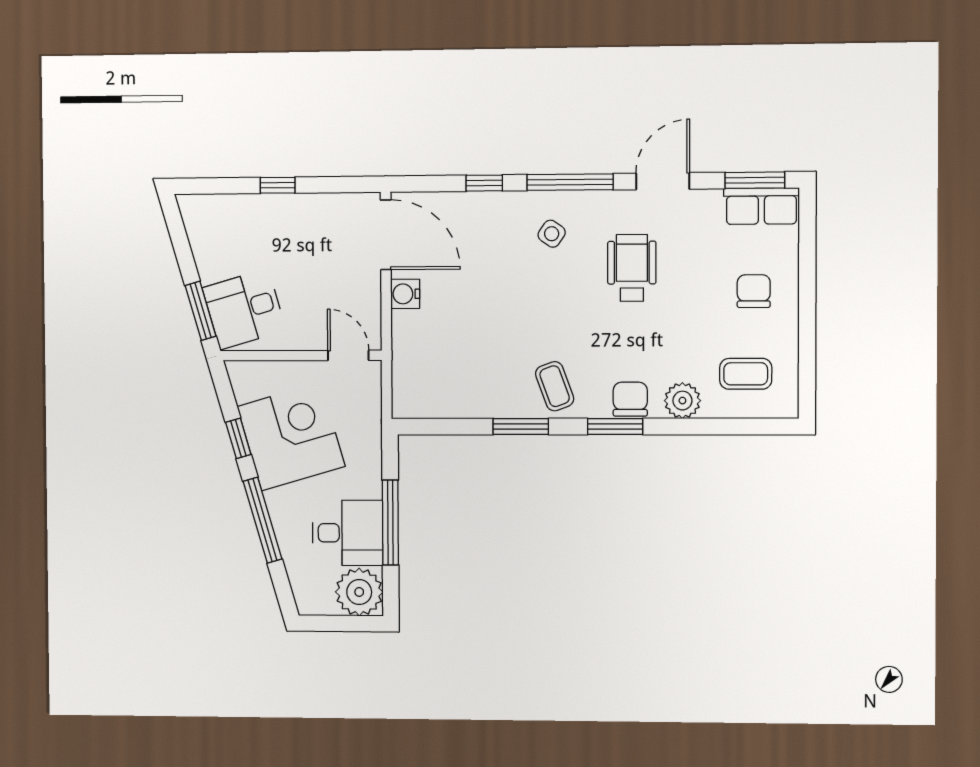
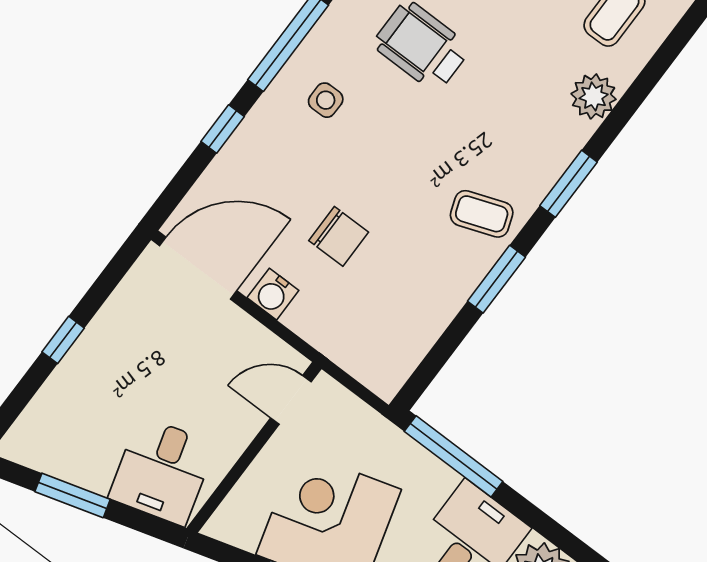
side table: (552, 234) -> (326, 100), turned -35
window: (201, 311) -> (73, 495), moved
chair: (630, 399) -> (339, 236), moved, turned 180
window: (390, 523) -> (454, 456), moved

